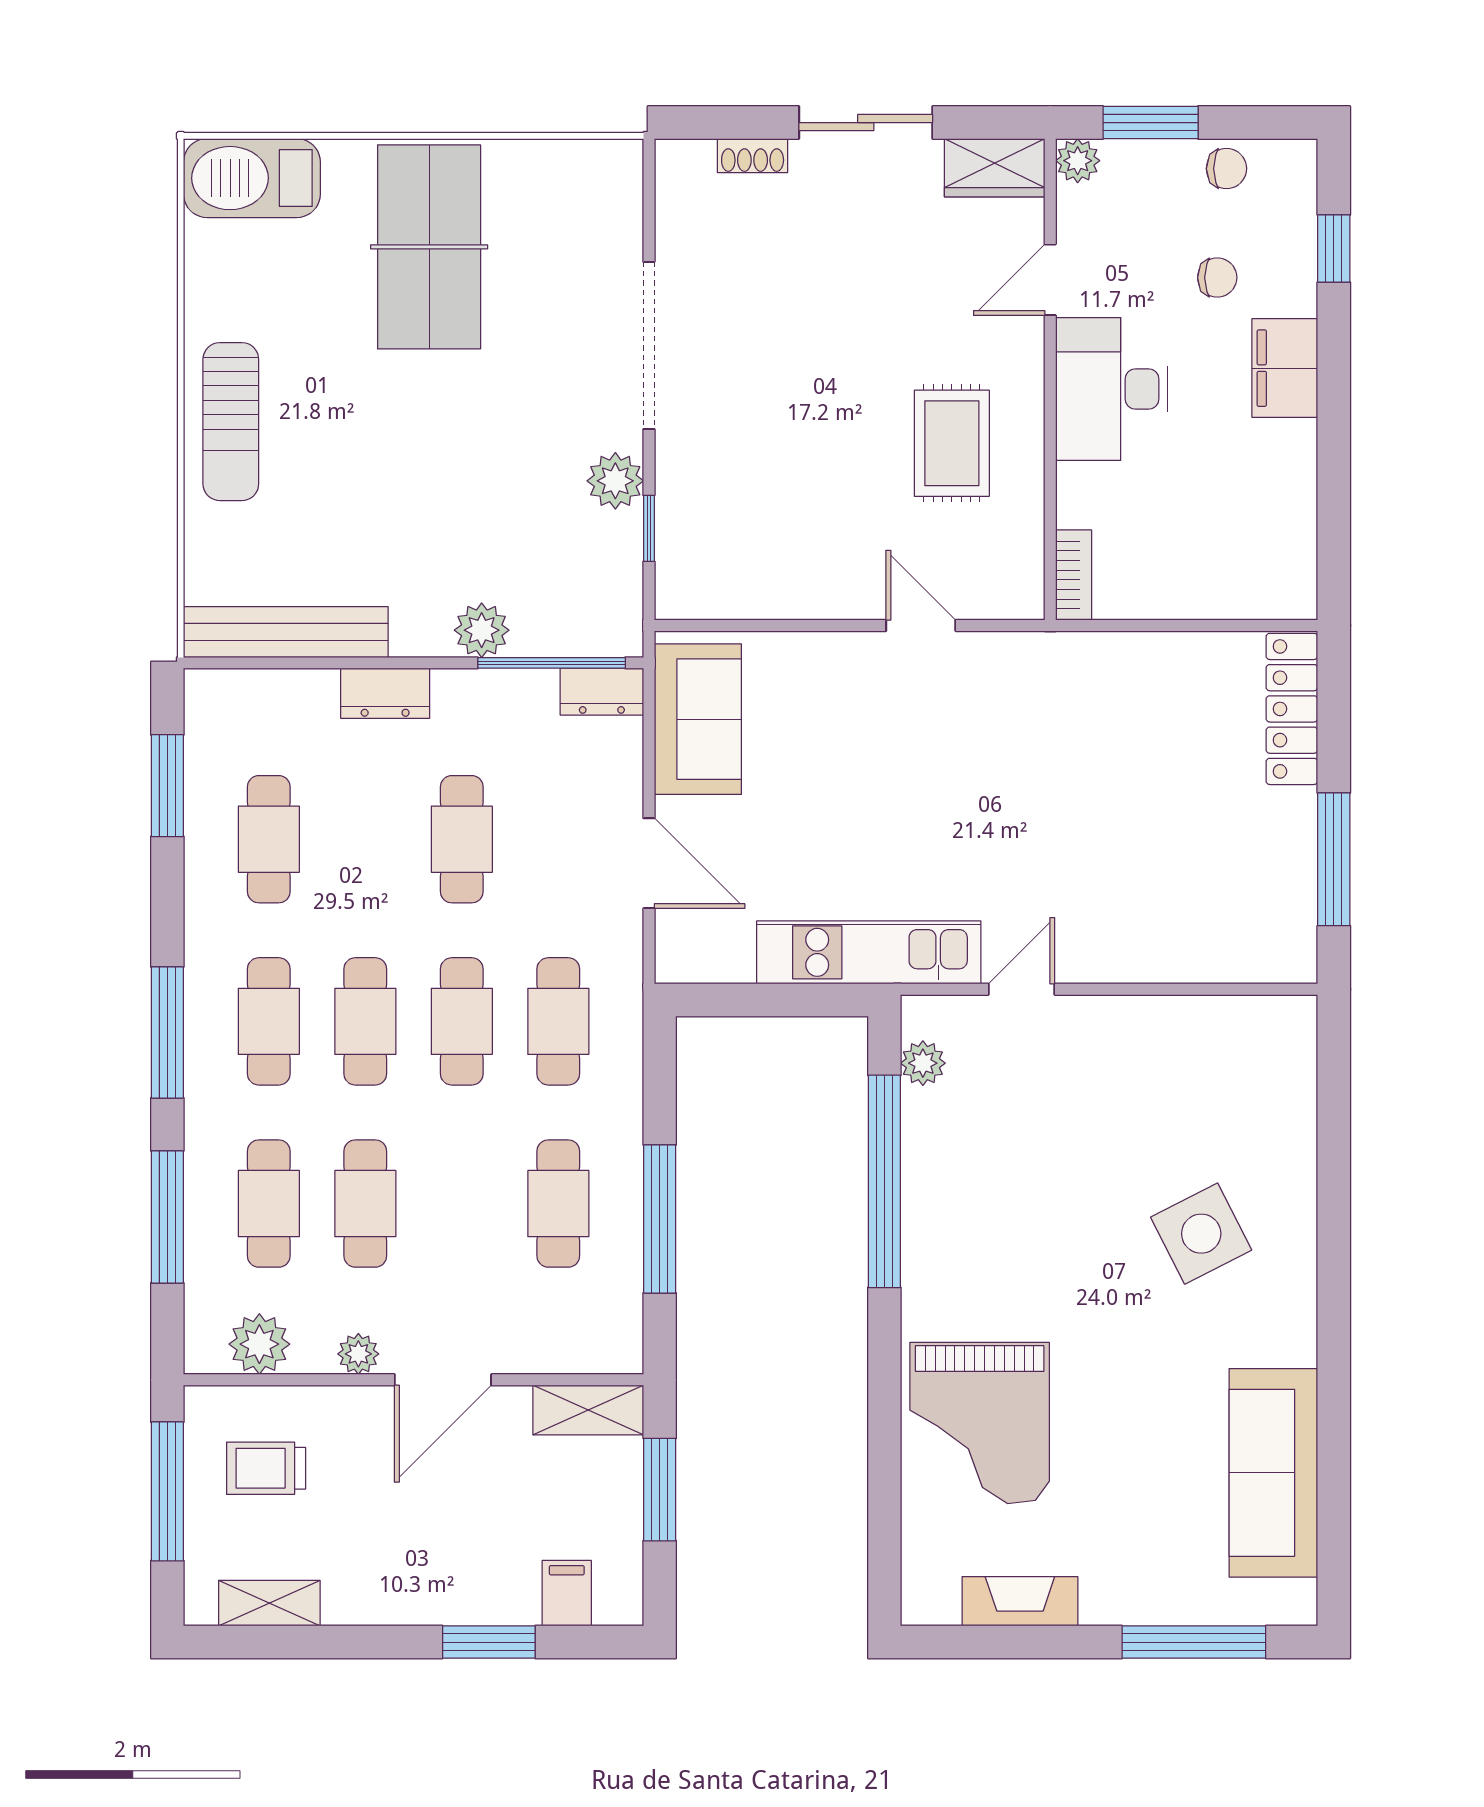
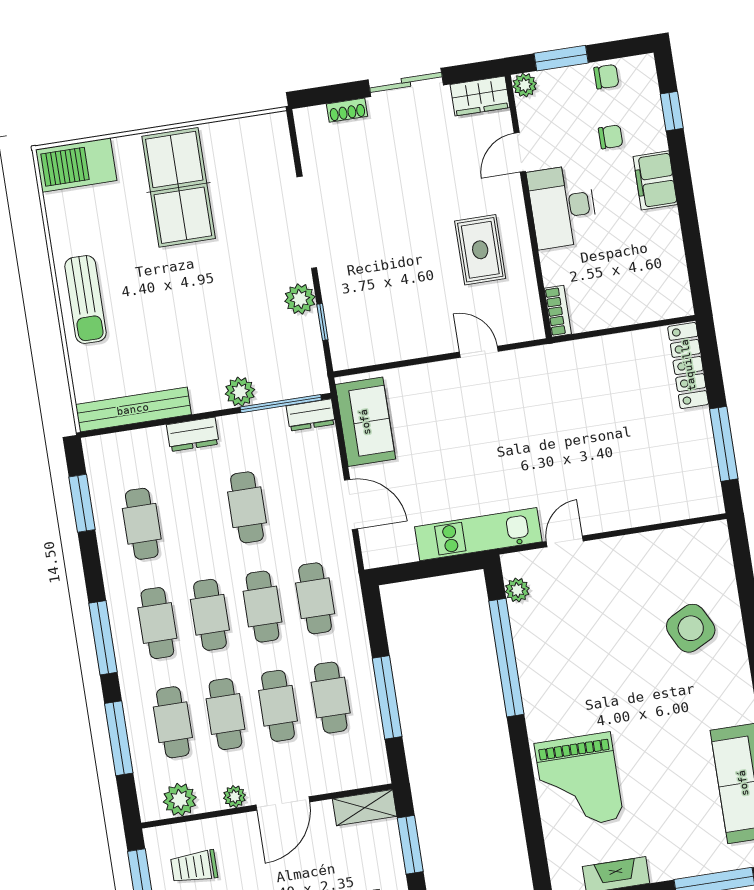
cafe table: (462, 1204) -> (278, 706), added
side table: (1201, 1234) -> (691, 628), moved

